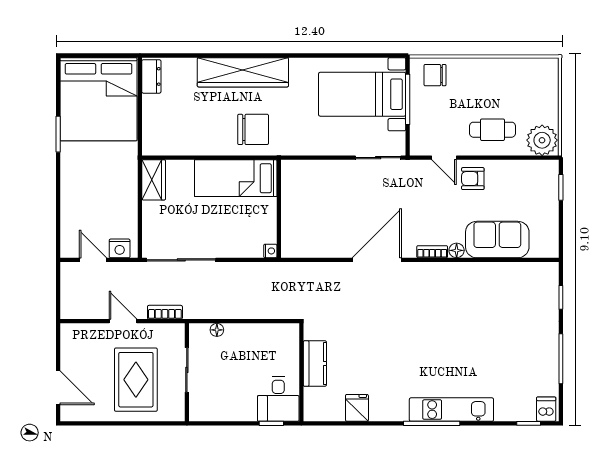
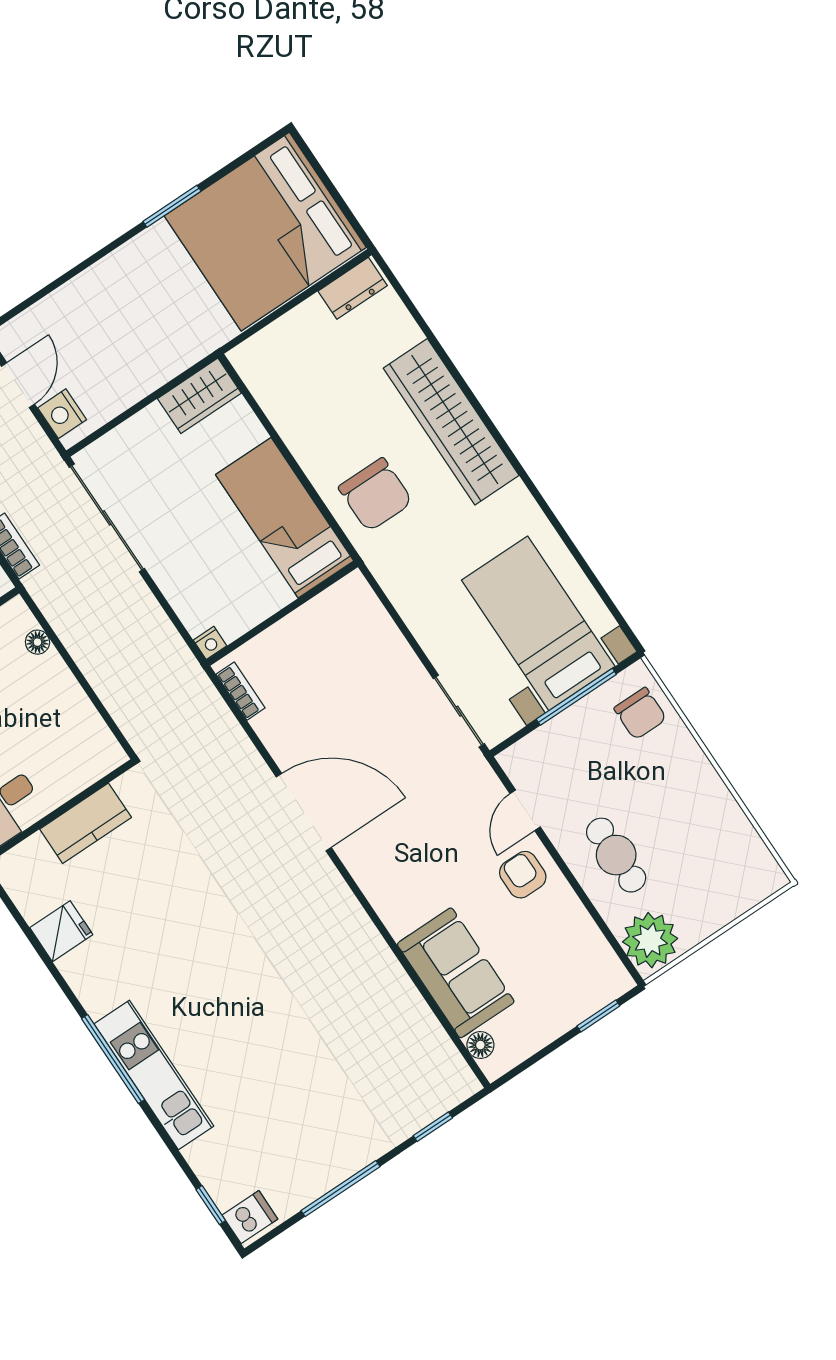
chair: (435, 75) -> (640, 714), turned 180
floor lamp: (457, 250) -> (480, 1045), moved
bookcase: (432, 252) -> (241, 691), moved

